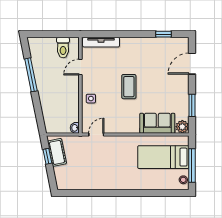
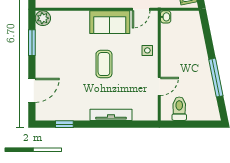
tv unit: (101, 42) -> (111, 115), moved
sofa: (157, 123) -> (110, 22), moved

